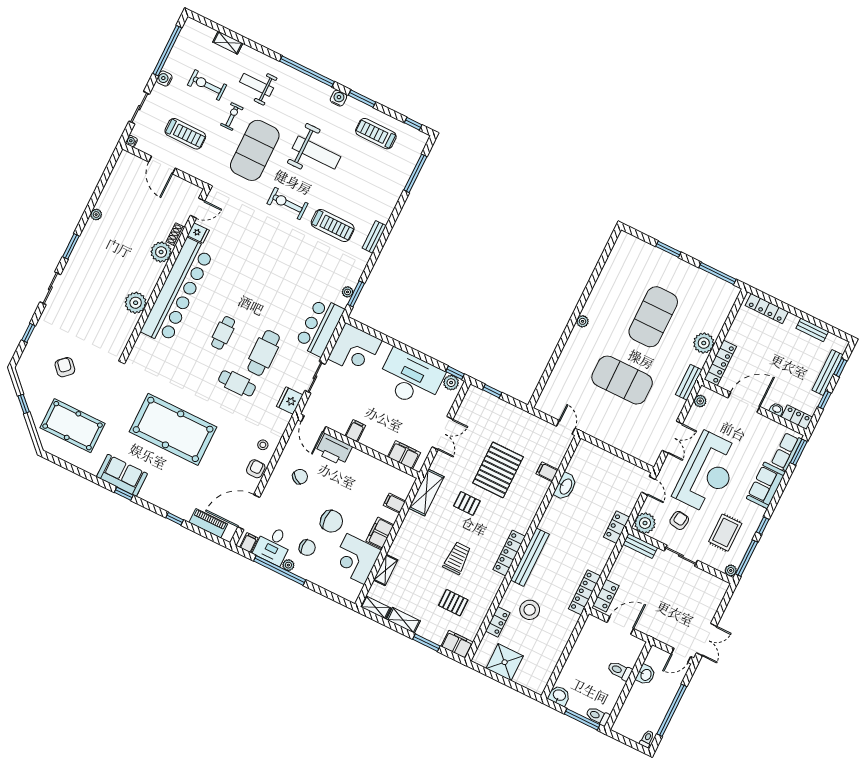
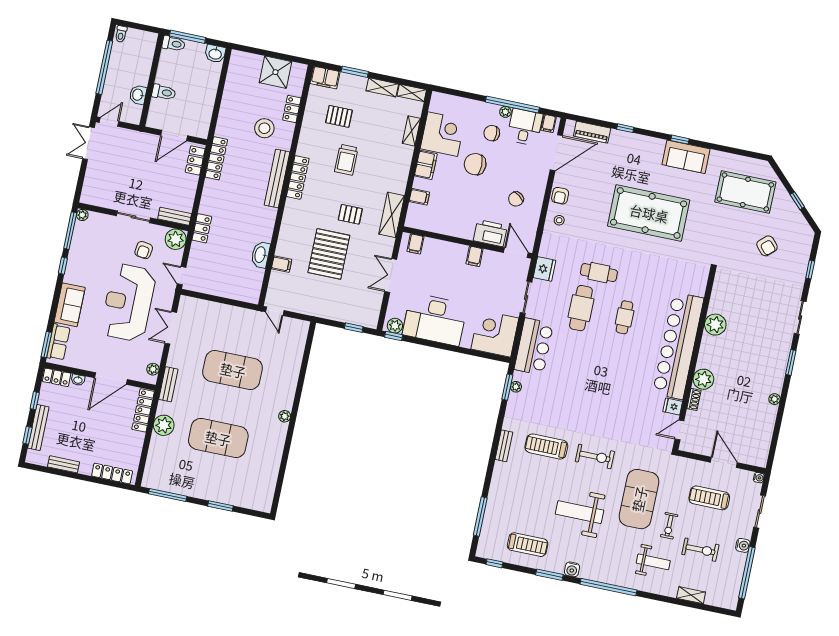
exercise mat: (653, 317) -> (218, 438), turned 90
filing cabinet: (404, 455) -> (415, 244), width x0.50
rug: (725, 533) -> (97, 250), removed

